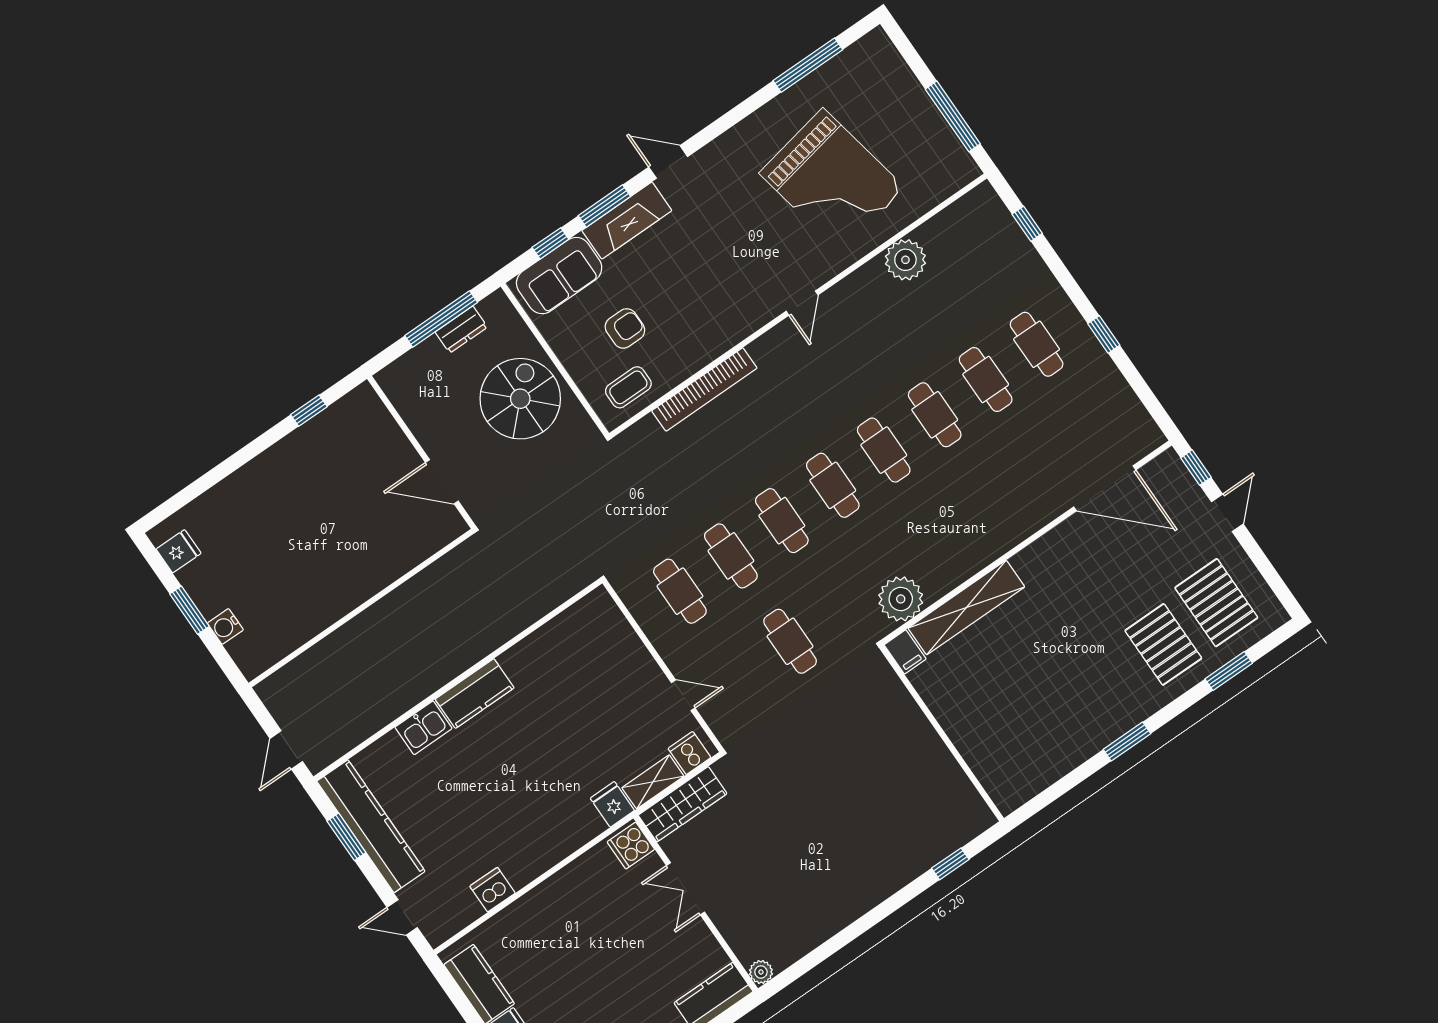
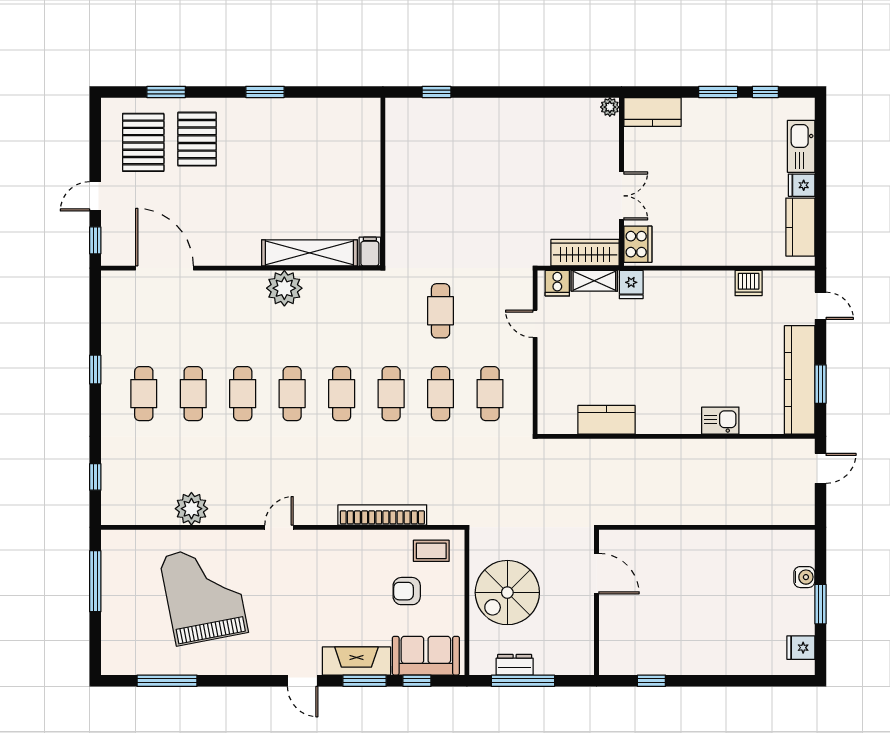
plant: (901, 599) -> (284, 288), moved
kitchen counter: (475, 694) -> (606, 420), moved
cooker: (631, 846) -> (638, 244), width x1.36

